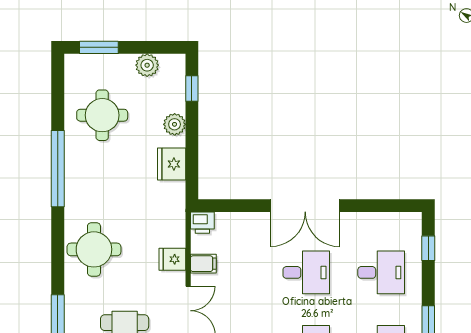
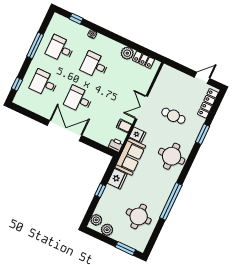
window: (192, 89) -> (100, 191), moved
plant: (175, 124) -> (96, 220), moved
sofa: (167, 214) -> (130, 157), added

